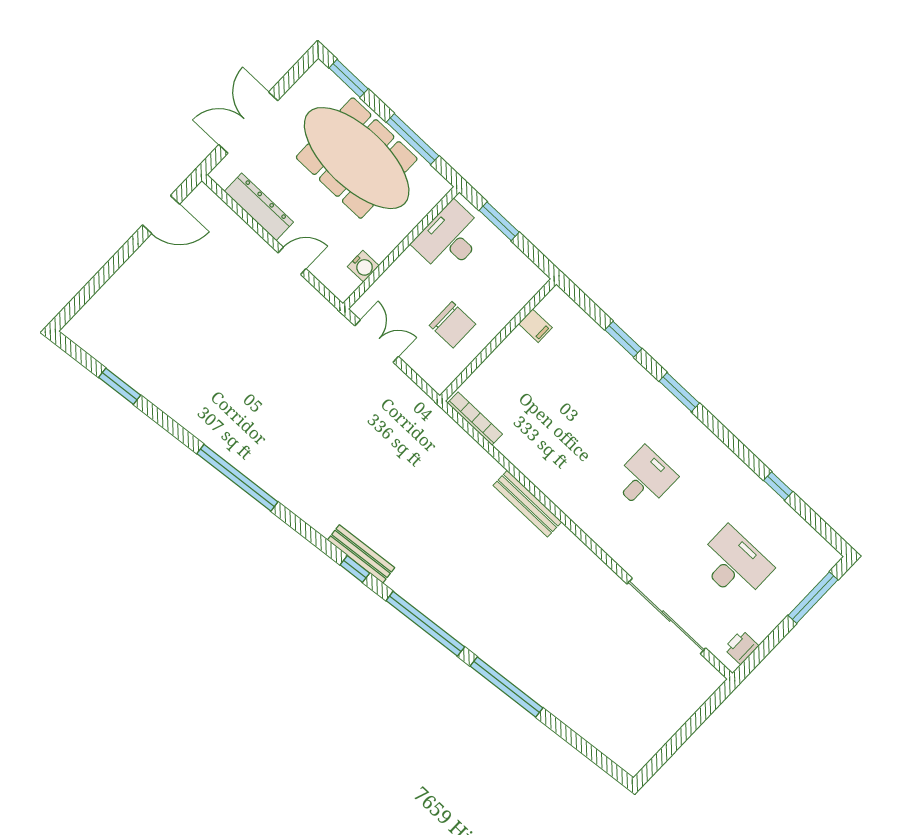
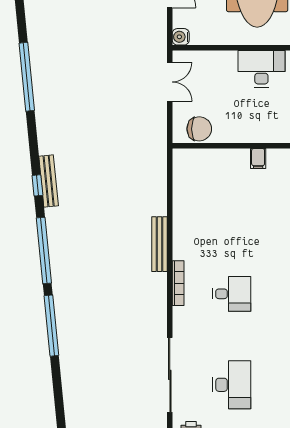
water cooler: (363, 266) -> (181, 37), moved, turned 90
chair: (453, 325) -> (199, 129), moved, turned -90
bookcase: (475, 419) -> (178, 283), moved

